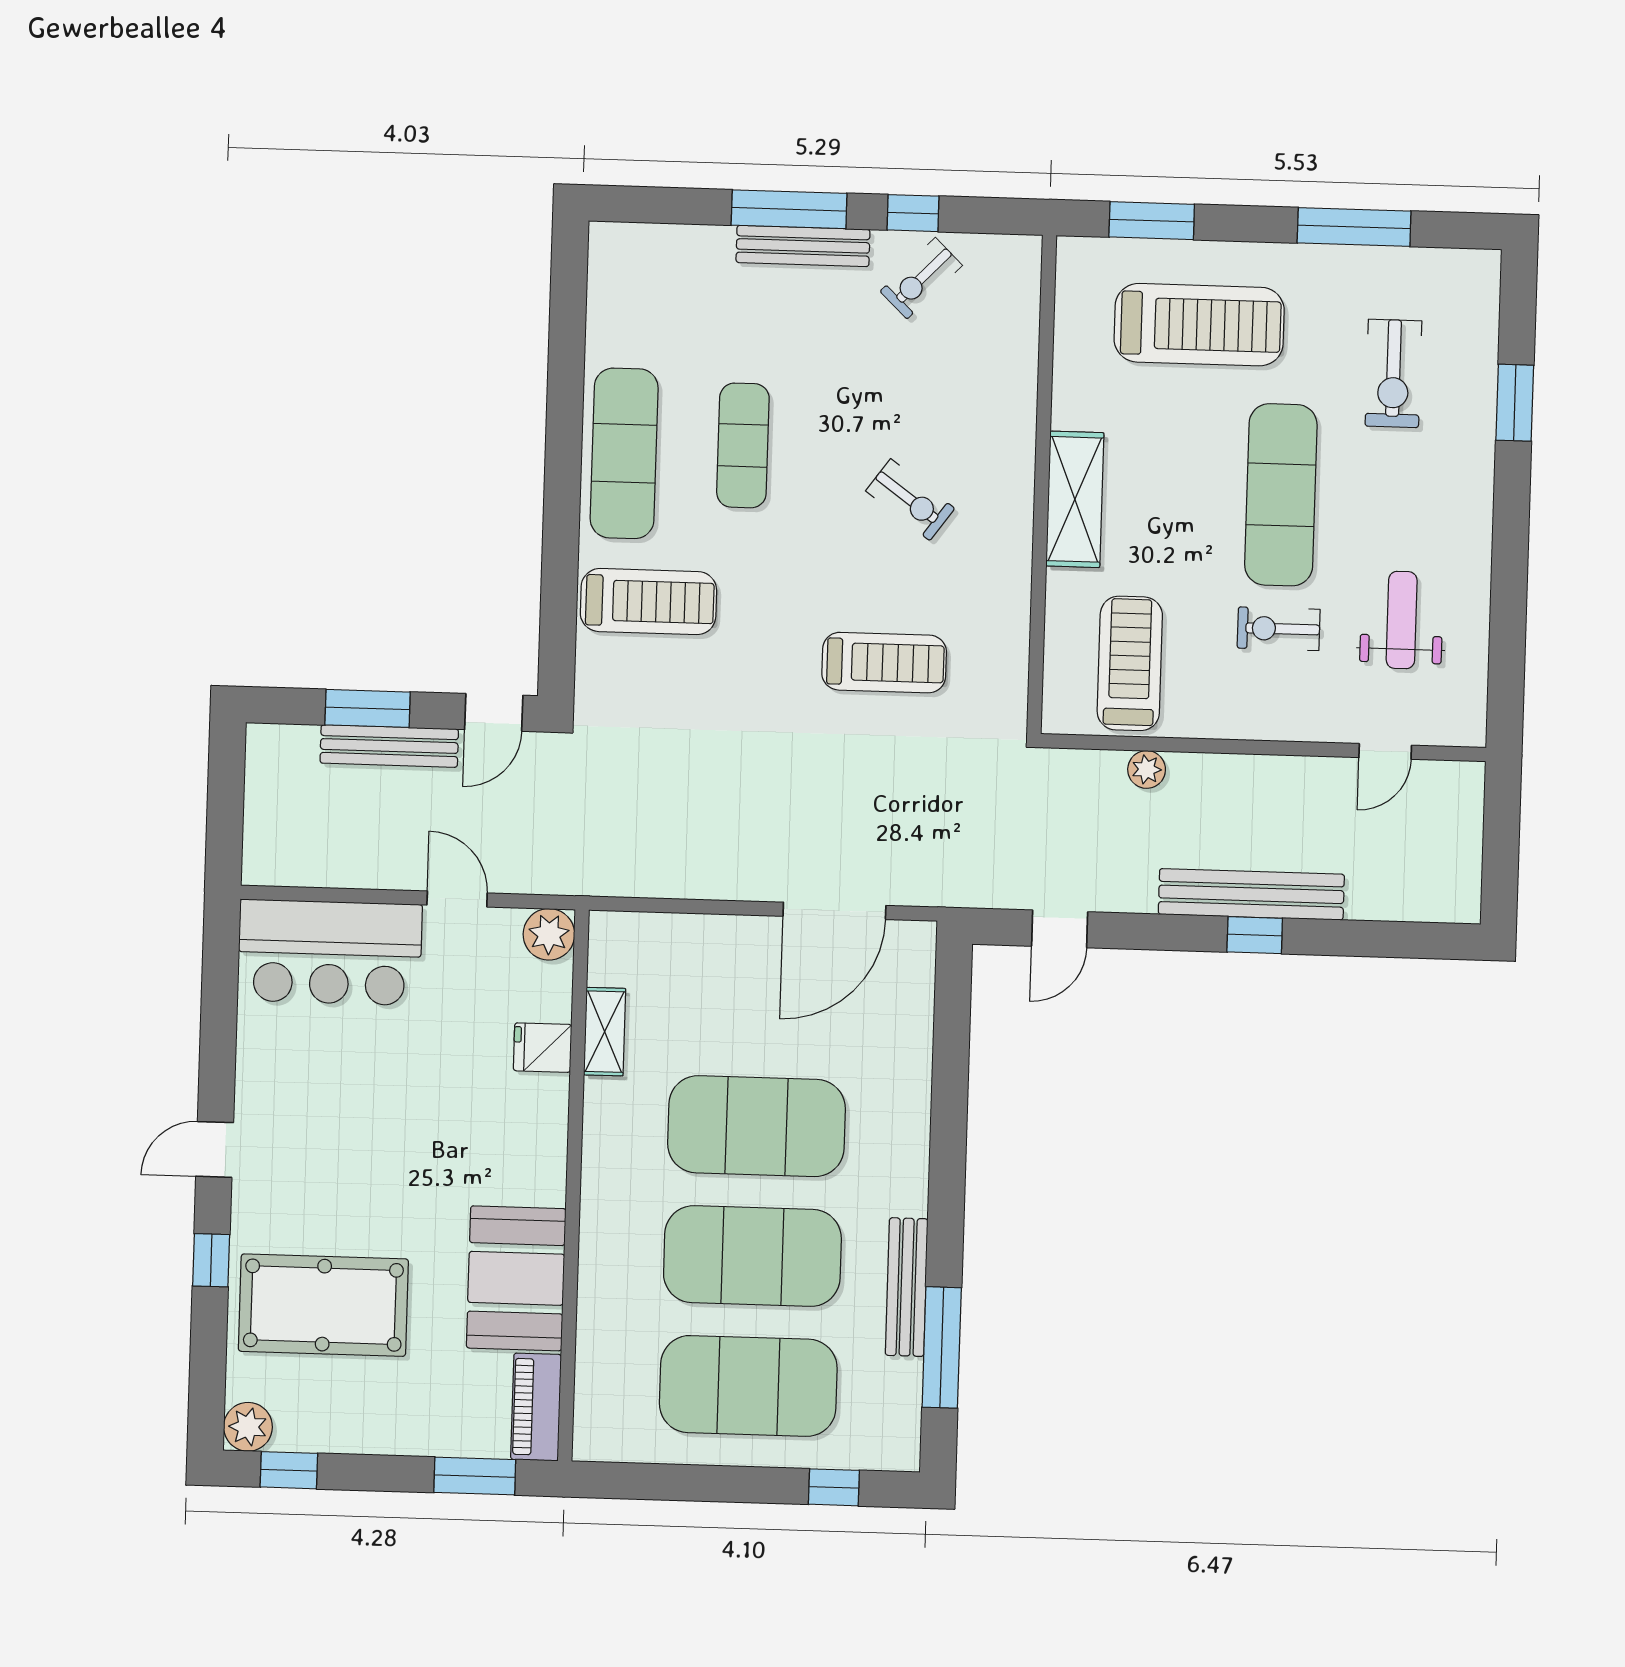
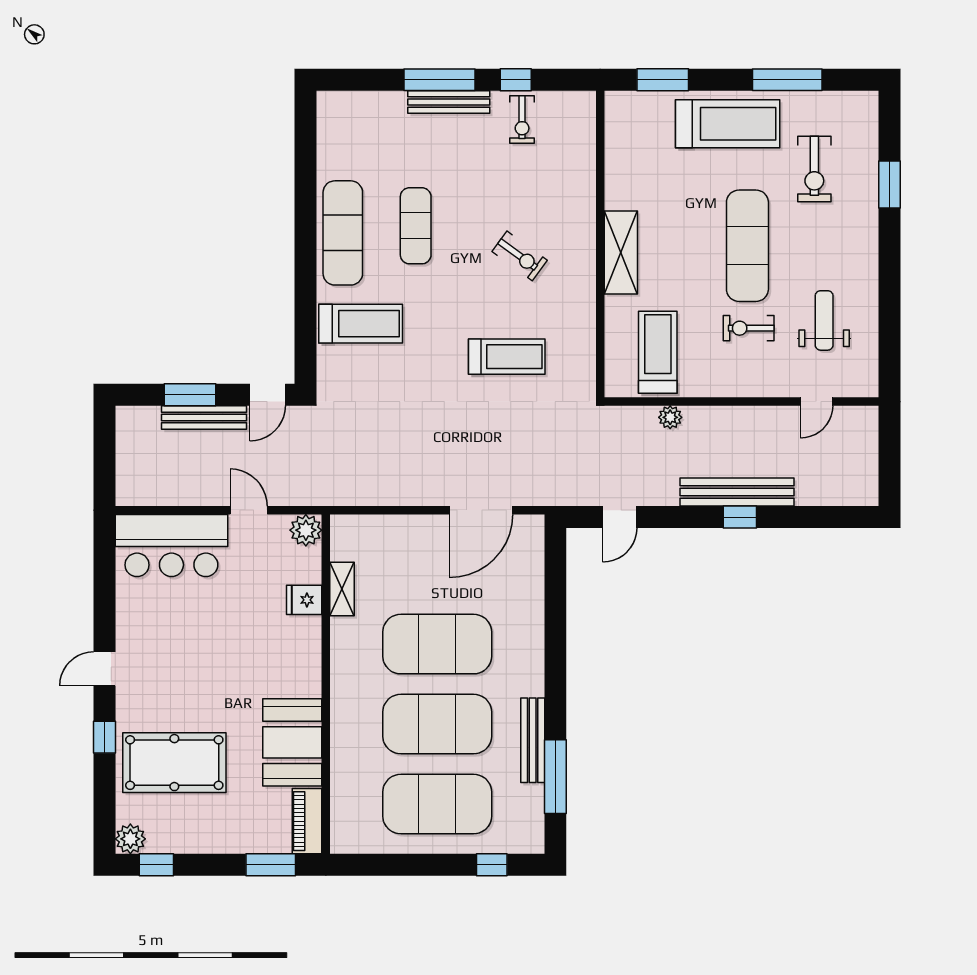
exercise bike: (921, 278) -> (522, 120), turned -44
treadmill: (1199, 325) -> (728, 124), moved

